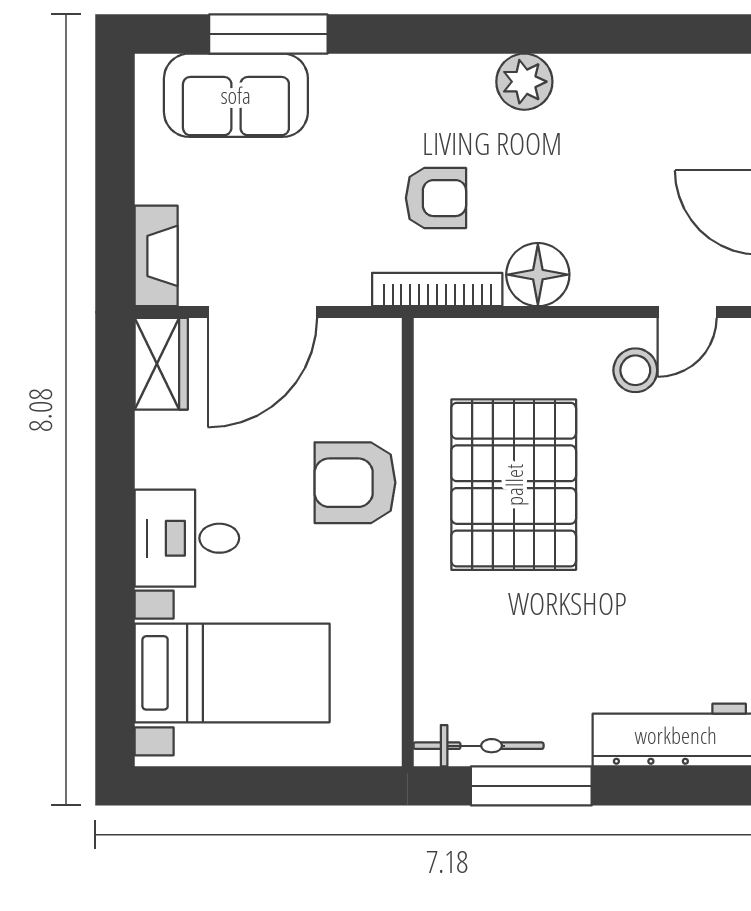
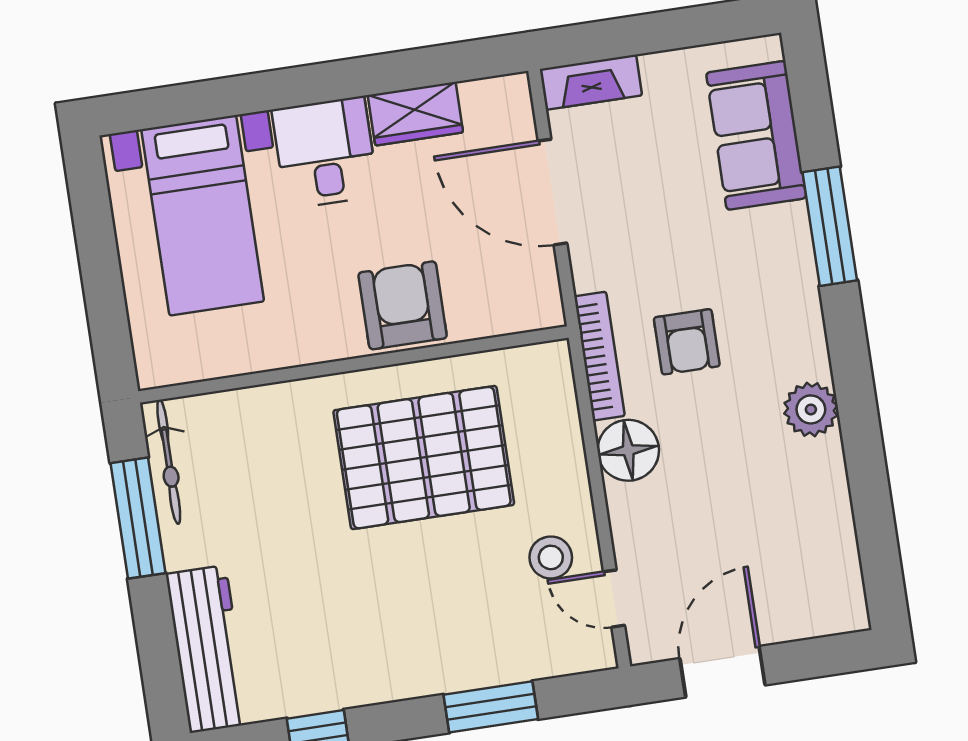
window: (268, 34) -> (830, 226), moved
wardrobe: (161, 364) -> (415, 114), moved

